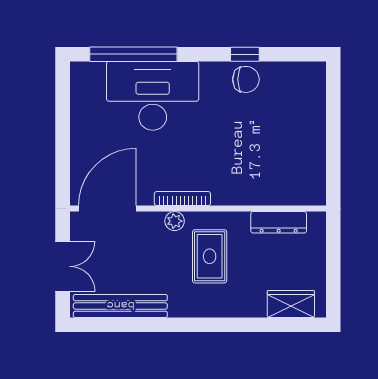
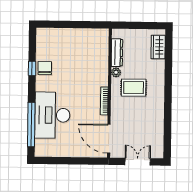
plant: (175, 221) -> (116, 72), moved
bench: (120, 306) -> (158, 133), removed

